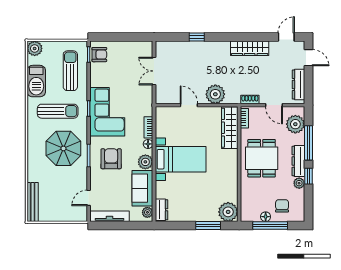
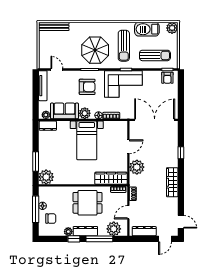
wardrobe: (250, 48) -> (172, 182), moved
double door: (154, 71) -> (155, 120), width x1.87

